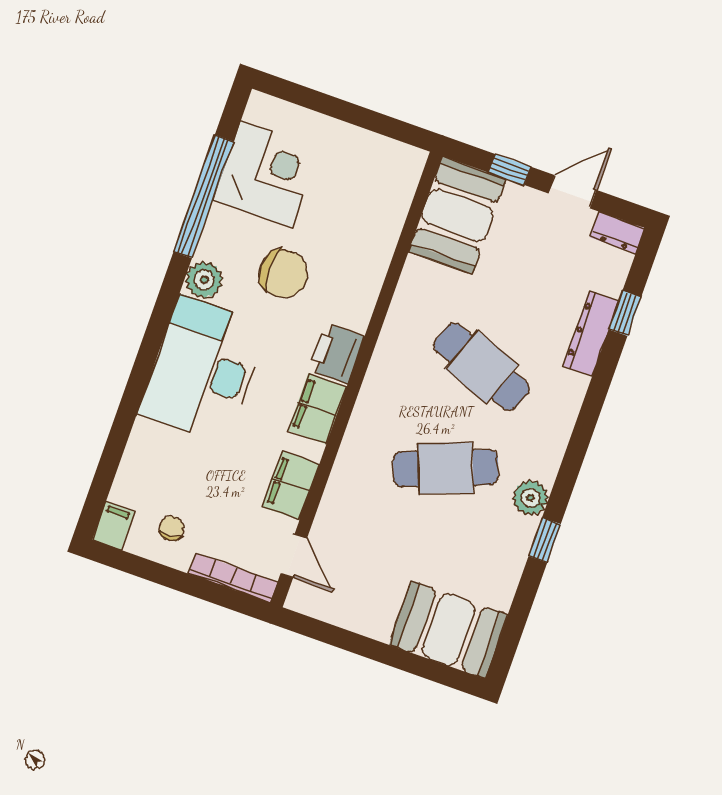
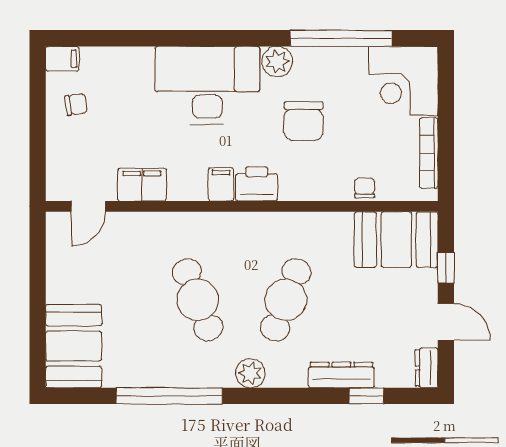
corner desk: (266, 174) -> (403, 81), moved, turned 90
chair: (385, 231) -> (365, 188), added
filing cabinet: (317, 409) -> (221, 184), width x0.50
plant: (530, 498) -> (250, 373), moved
window: (545, 540) -> (169, 396), width x3.17
bookcase: (233, 578) -> (429, 153), moved, turned 180

